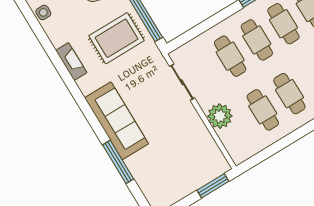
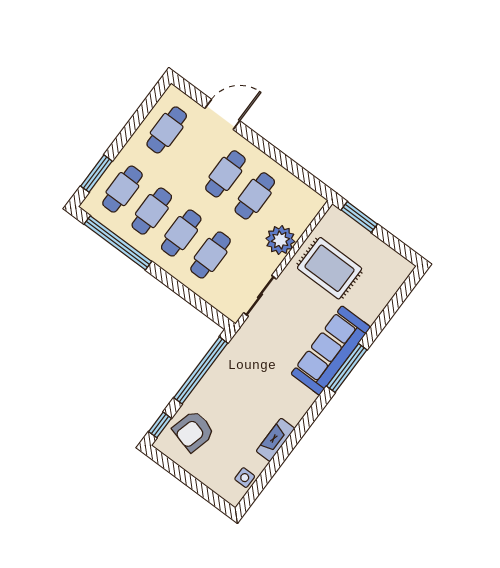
rug: (117, 38) -> (330, 268), moved
fireplace: (71, 62) -> (275, 440), moved
window: (118, 162) -> (347, 368), moved

